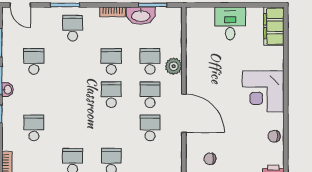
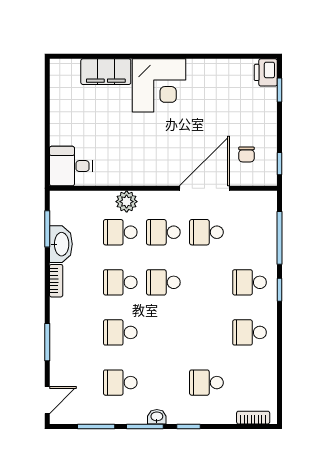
desk: (230, 23) -> (71, 166), moved
filing cabinet: (274, 26) -> (106, 72), moved
school desk: (73, 28) -> (120, 332), moved
door: (184, 113) -> (204, 188), moved
chair: (274, 136) -> (217, 71), removed

